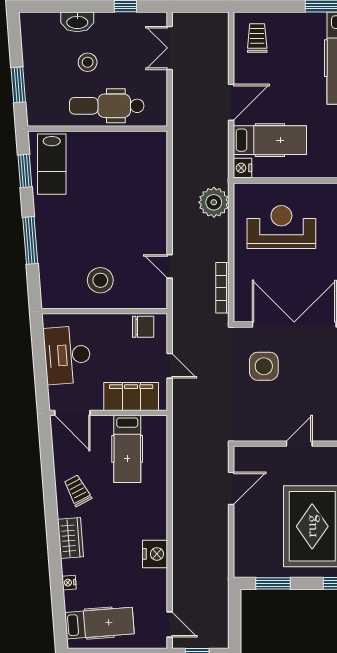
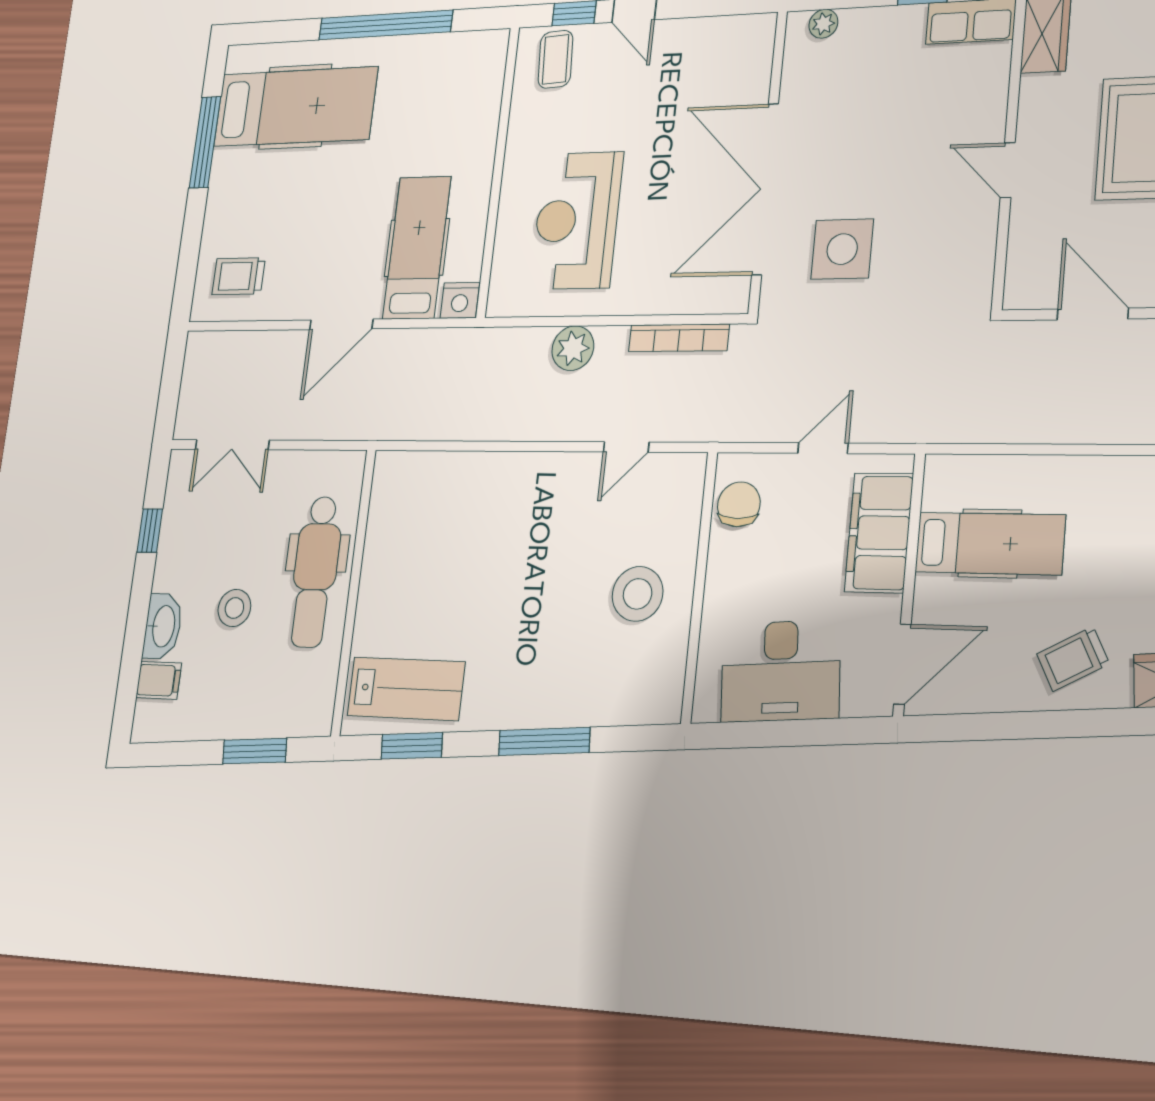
filing cabinet: (50, 24) -> (159, 680), added
door: (231, 102) -> (341, 324), swing flipped
plant: (214, 202) -> (573, 348), moved, width x0.73, depth x0.73

